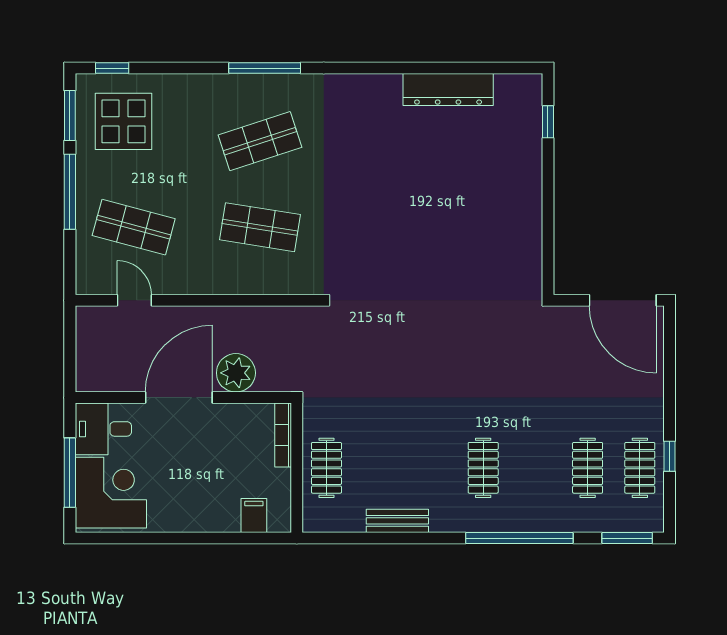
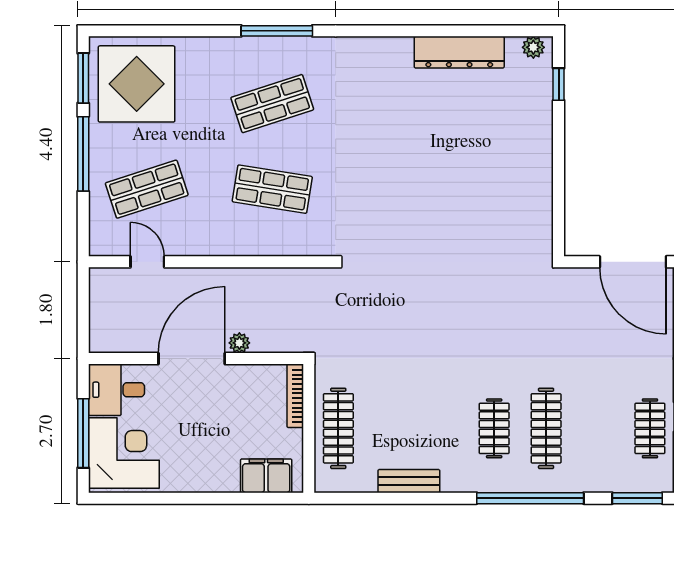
window: (112, 68) -> (125, 31), removed
plant: (523, 85) -> (533, 47), added
display table: (123, 121) -> (137, 84), width x1.36, depth x1.36
shop shelf: (134, 227) -> (147, 189), turned -33
plant: (236, 373) -> (239, 343), width x0.53, depth x0.53
clothes rail: (326, 468) -> (338, 428), width x1.36
clothes rail: (588, 468) -> (546, 428), moved, width x1.36
filing cabinet: (254, 516) -> (266, 476), width x2.00

